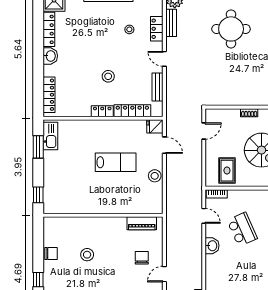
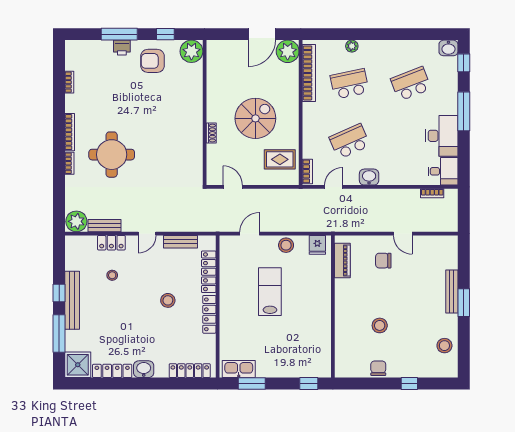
locker: (102, 111) -> (209, 314), width x1.53
fridge: (155, 126) -> (317, 245), moved

